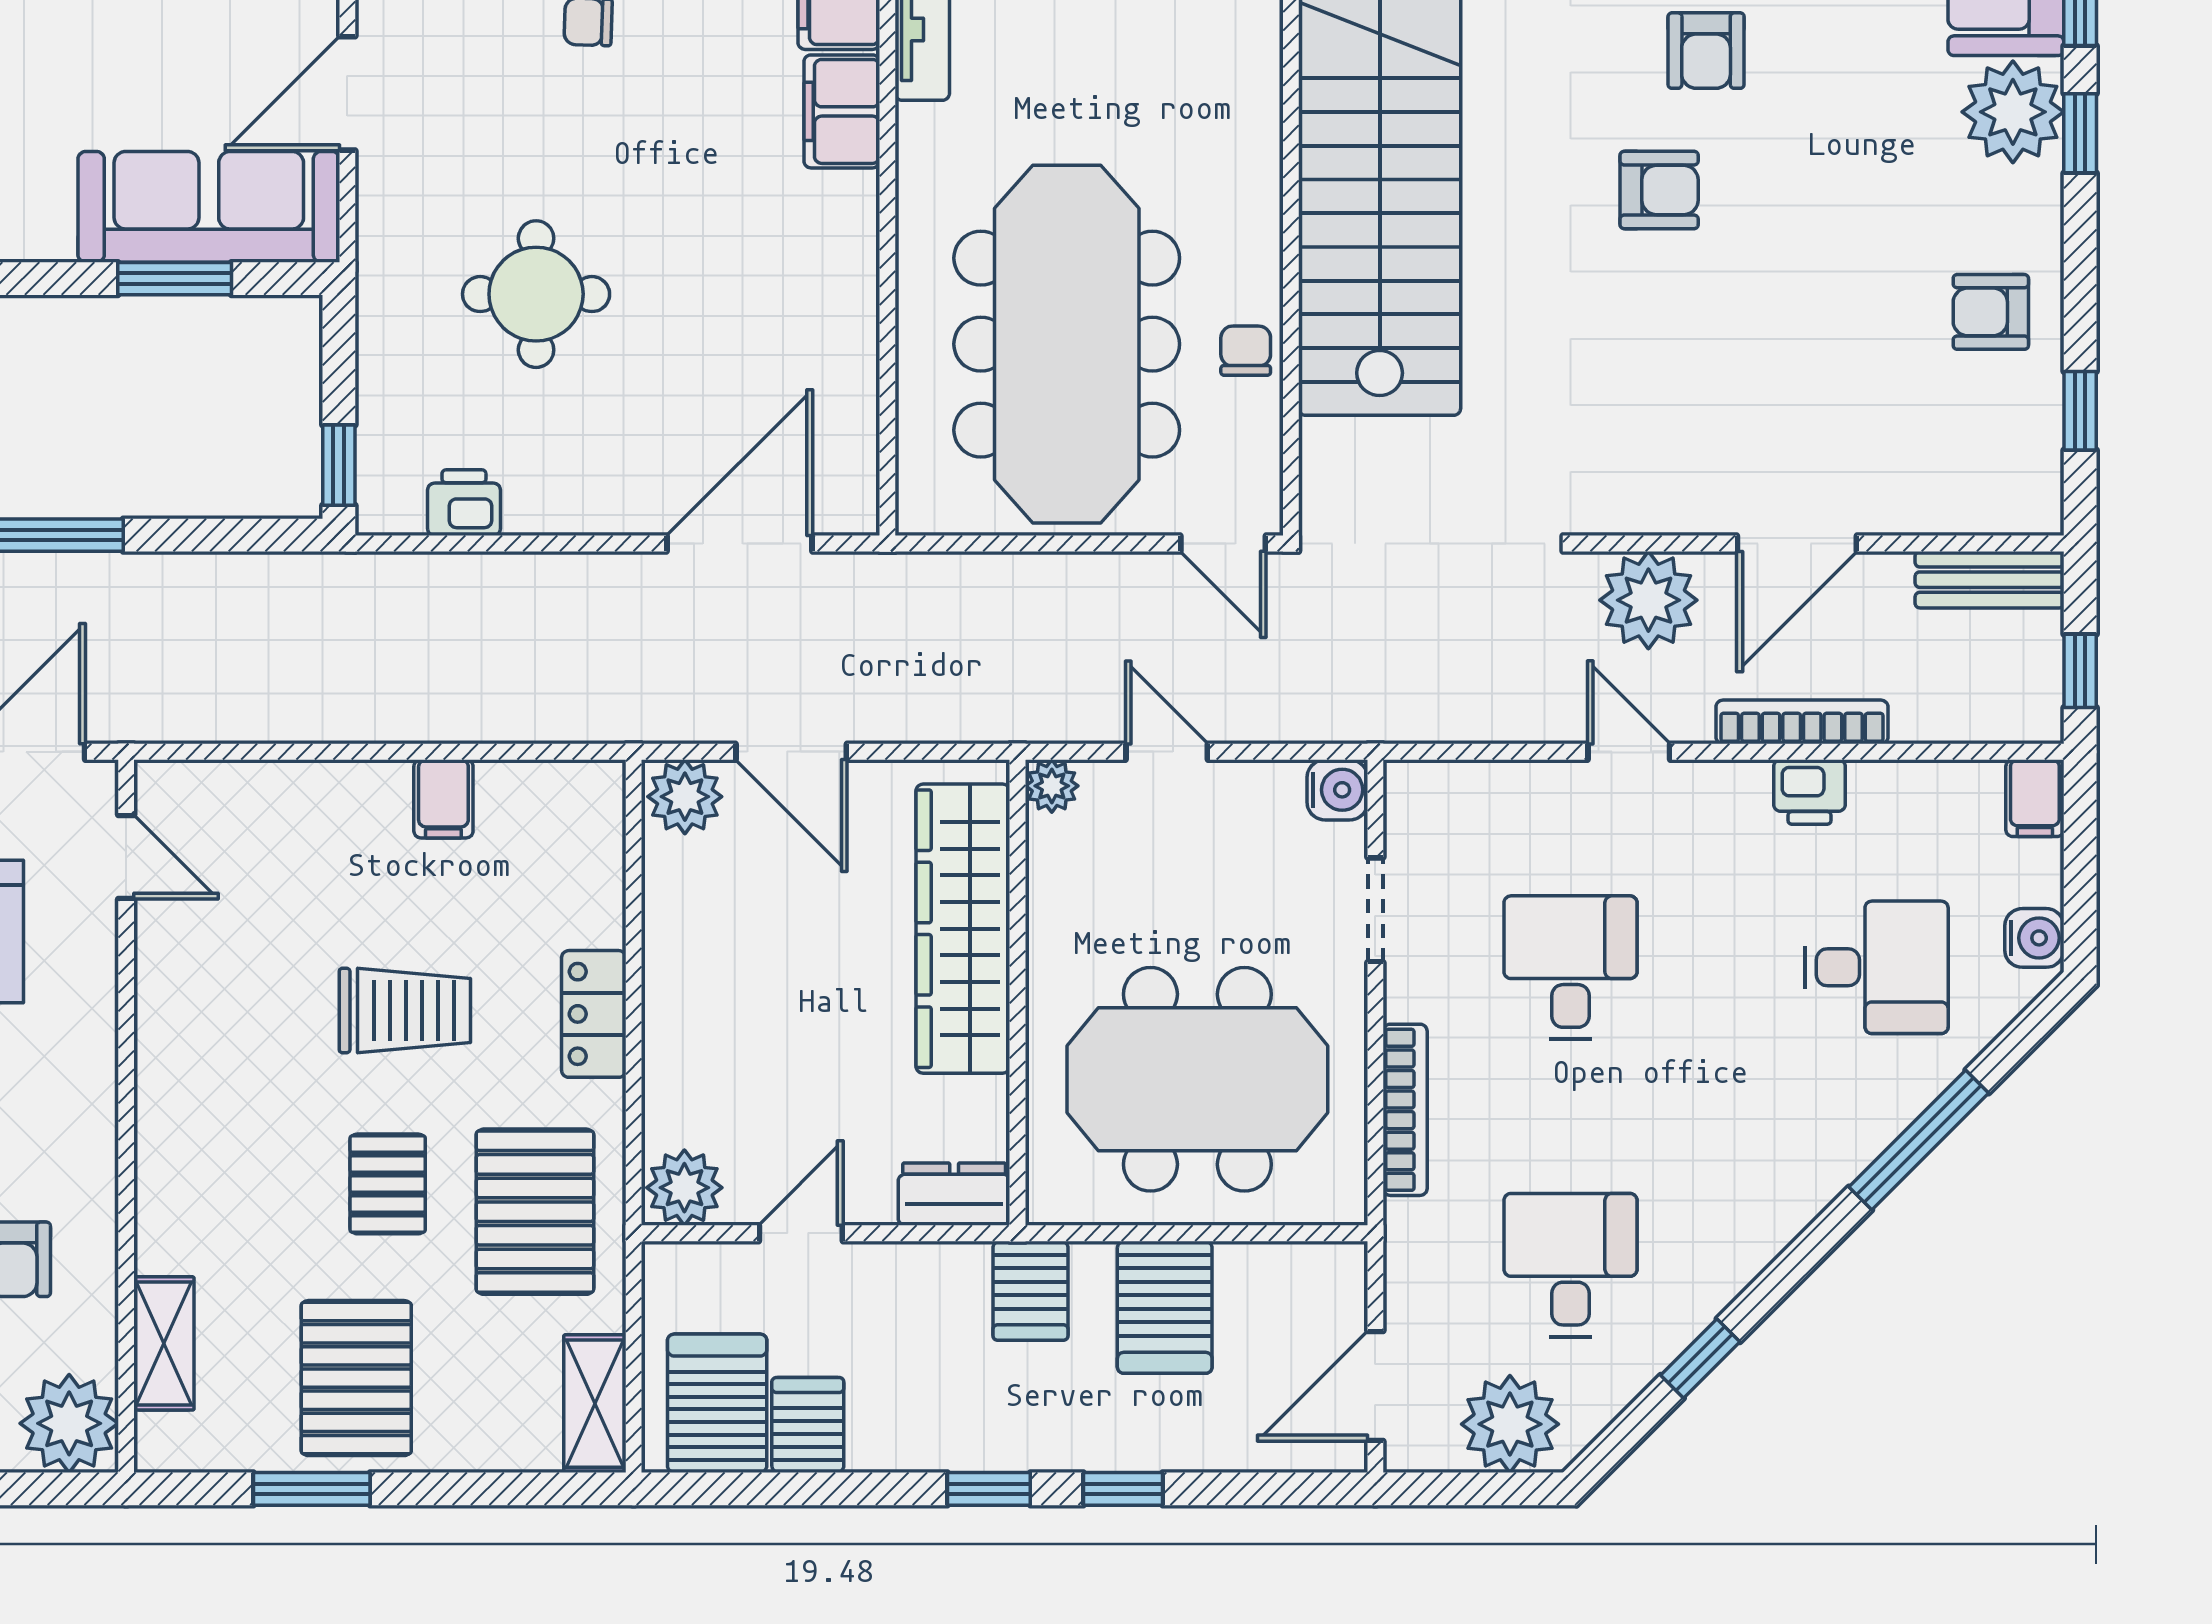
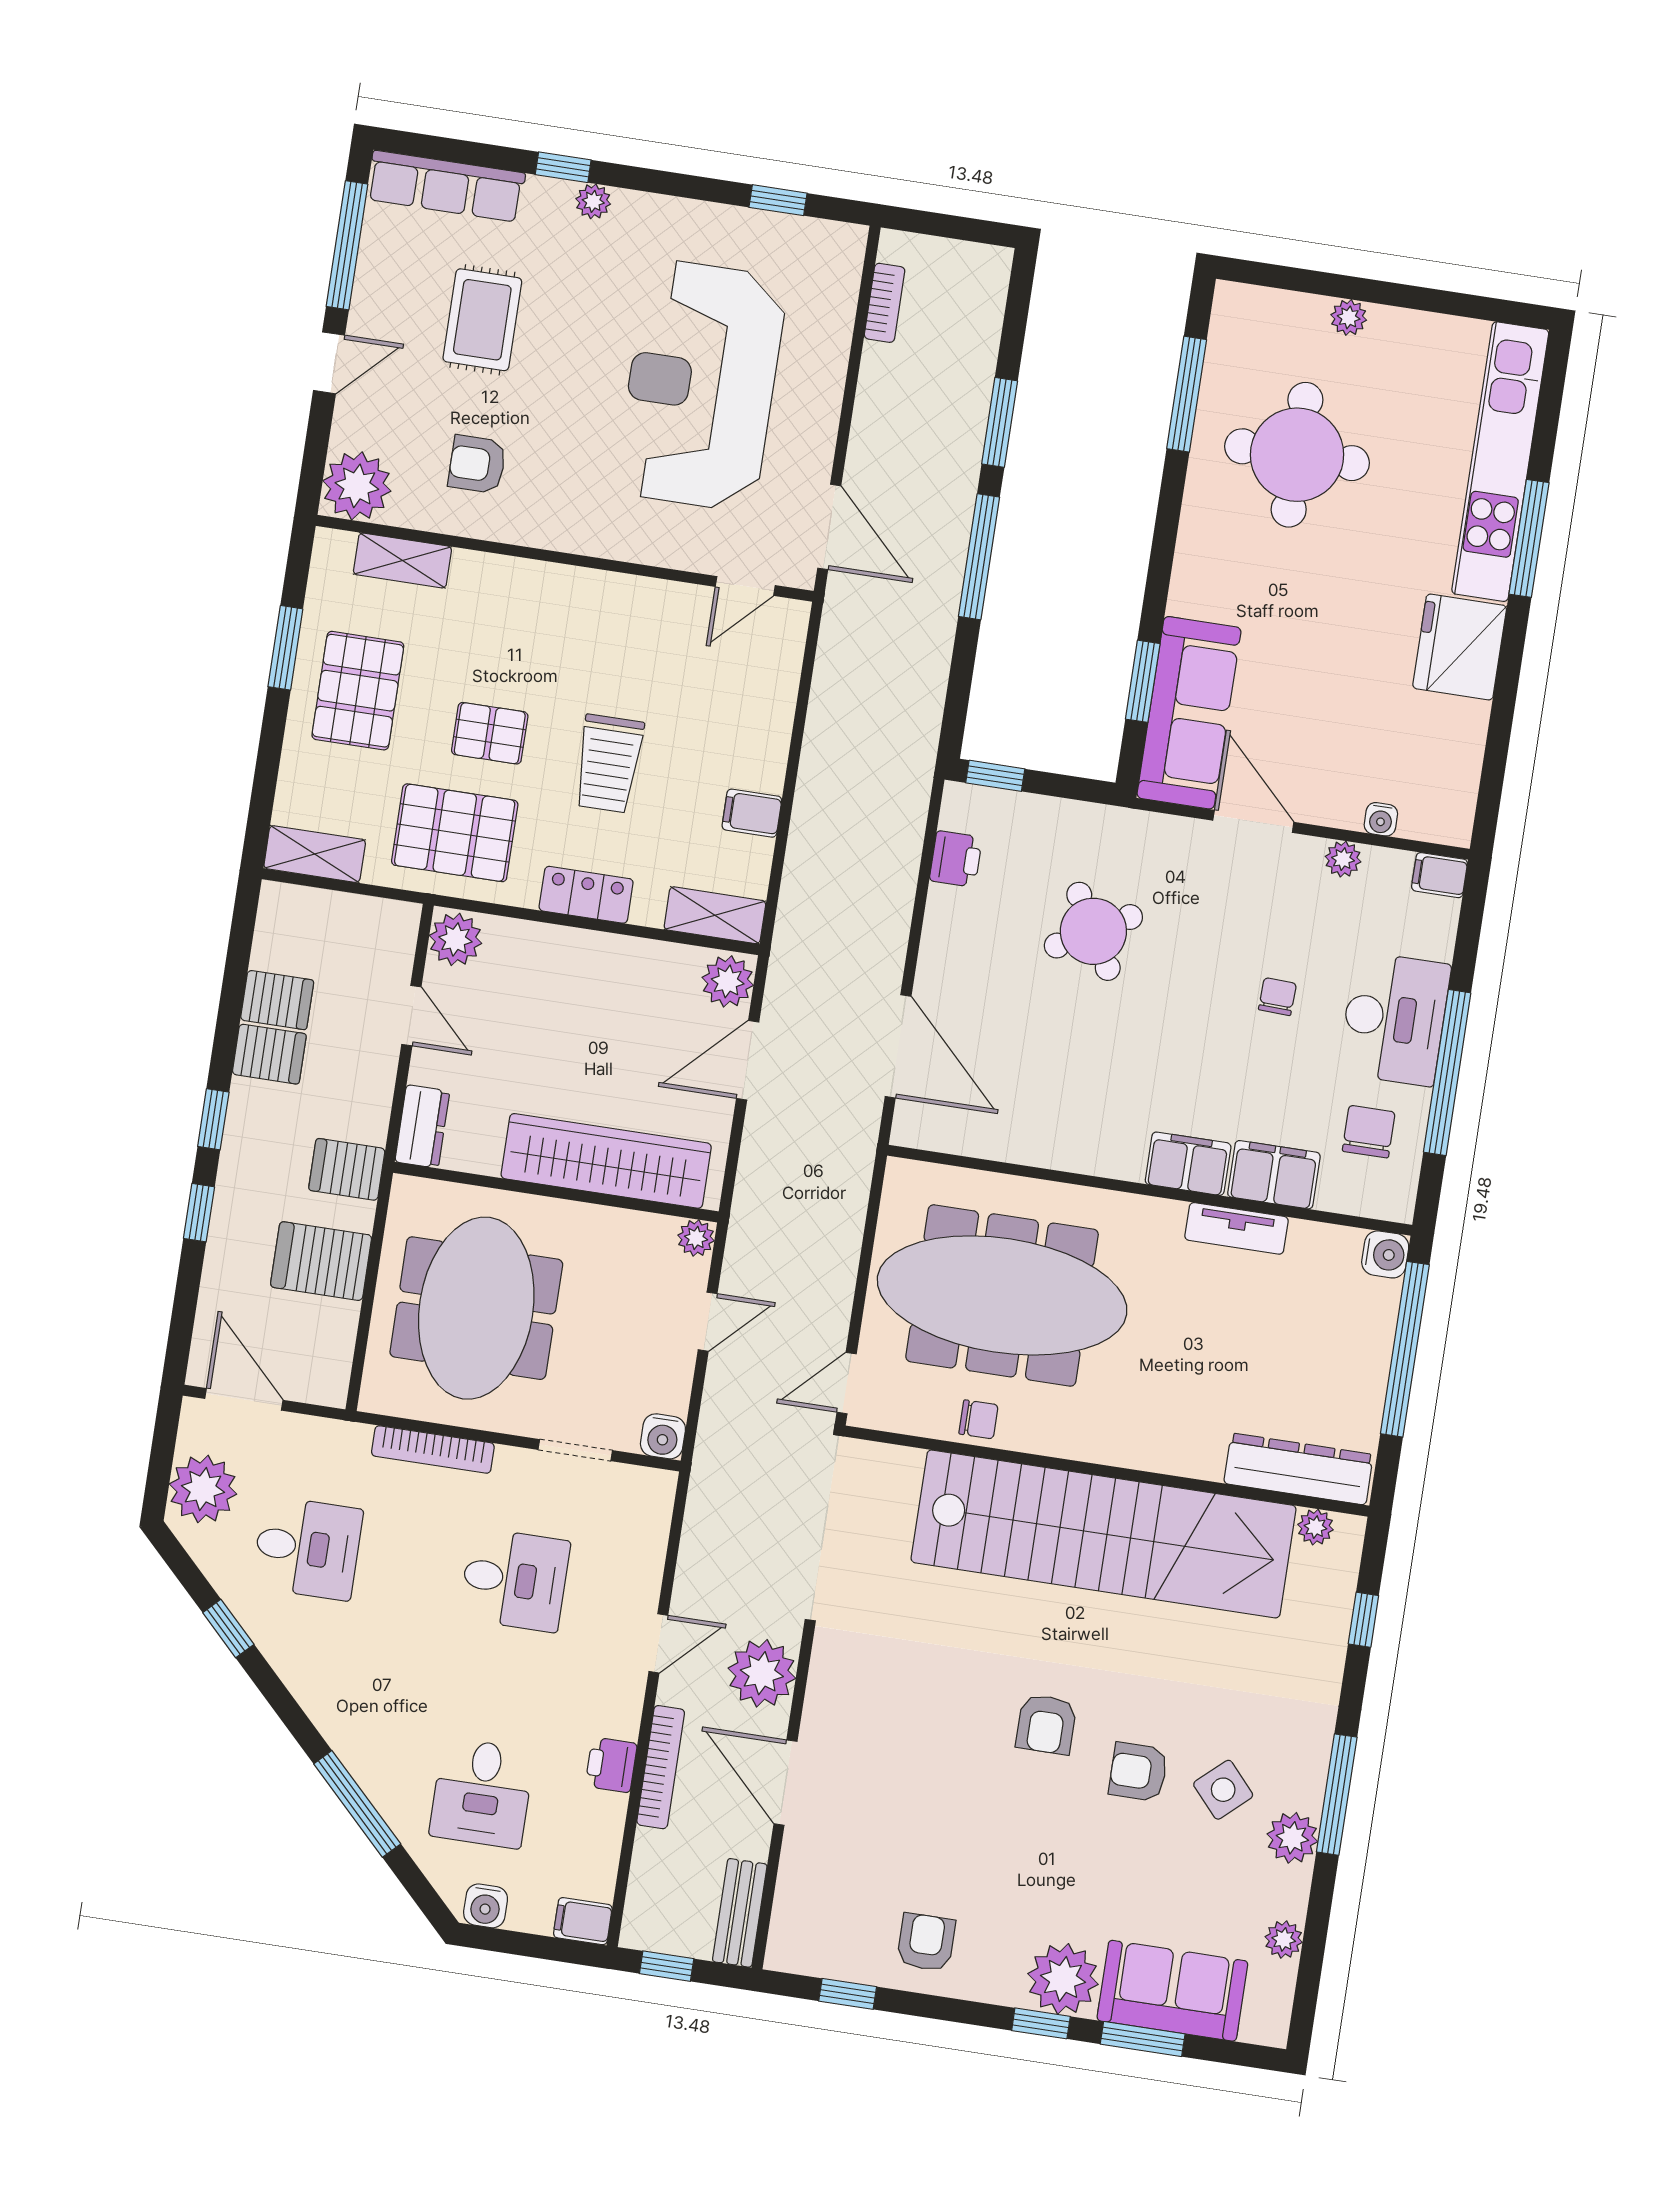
round table: (536, 294) -> (1093, 931), turned -30
shelving: (595, 829) -> (715, 915), added
pallet: (356, 1378) -> (358, 691), turned 90
server rack: (717, 1403) -> (269, 1054), moved, width x0.73, depth x0.70

